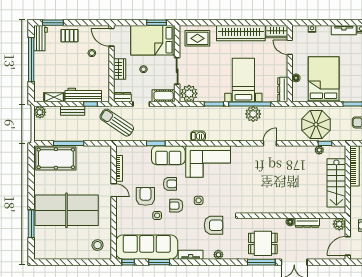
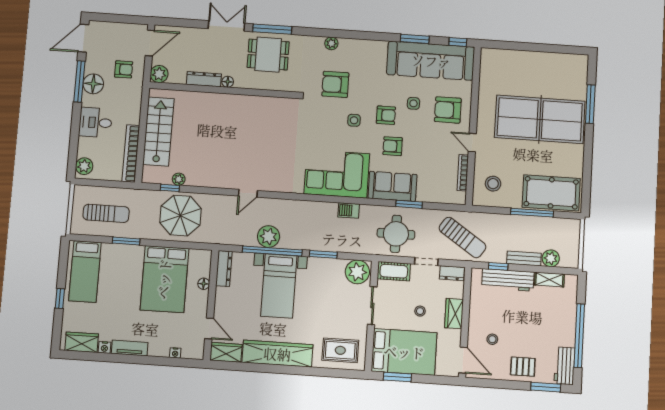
plant: (40, 112) -> (551, 258), moved
round table: (164, 122) -> (396, 234), added
armchair: (145, 196) -> (448, 110), moved, turned 90
stool: (98, 245) -> (493, 184), moved
tv unit: (191, 255) -> (370, 46), removed

